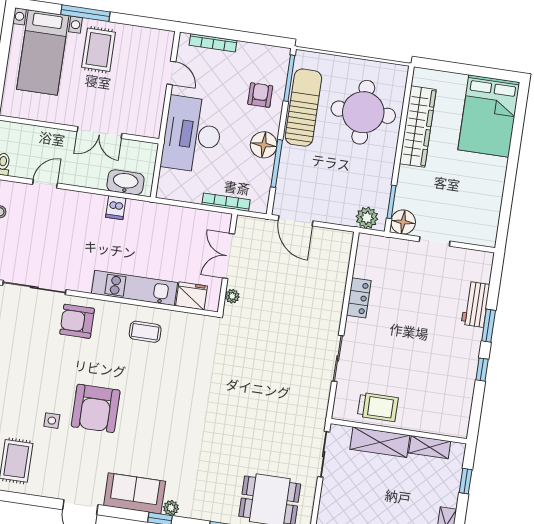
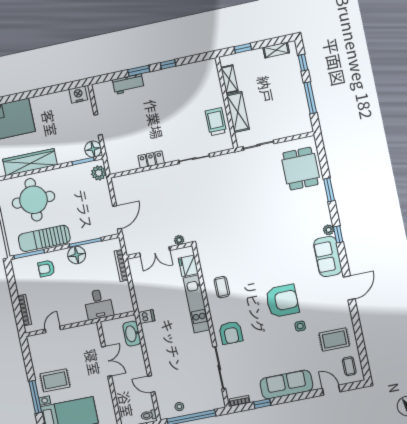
desk: (192, 134) -> (98, 304), width x0.53, depth x0.77
dishwasher: (116, 208) -> (146, 317), moved
nightstand: (487, 229) -> (78, 94), added

